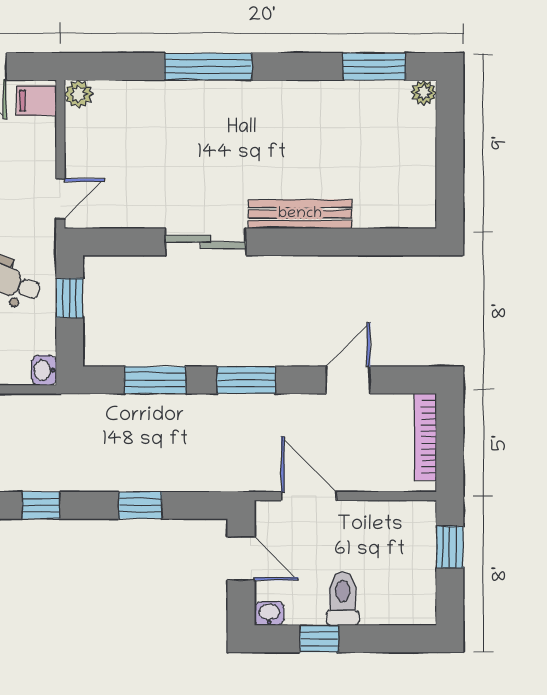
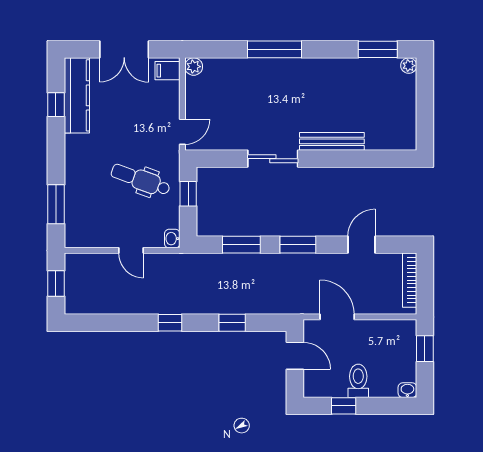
washbasin: (269, 613) -> (407, 390), moved

